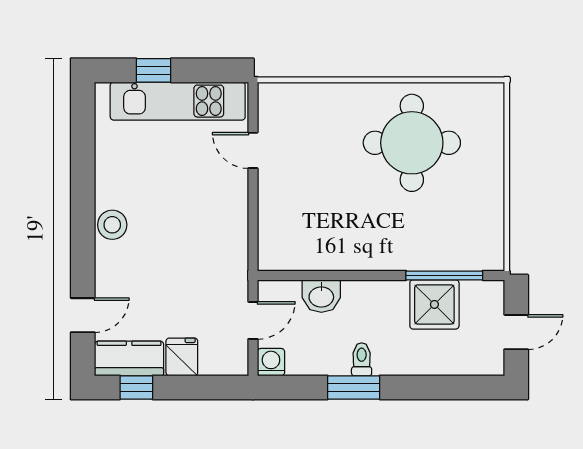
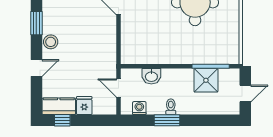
window: (83, 186) -> (36, 23), added
door: (83, 315) -> (36, 68), moved
door: (253, 320) -> (118, 88), swing flipped
washing machine: (271, 362) -> (139, 108), moved

